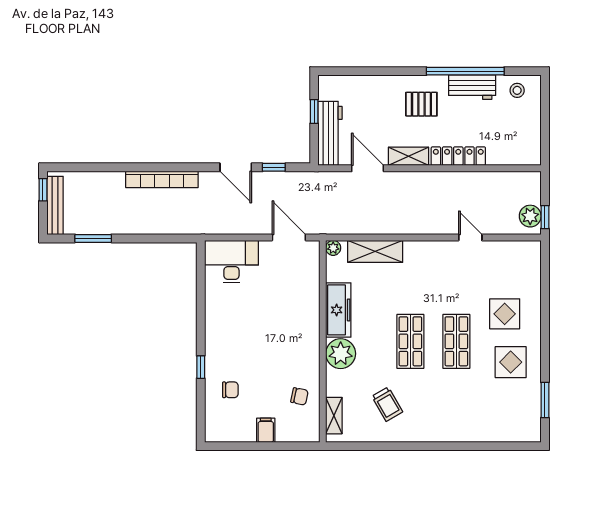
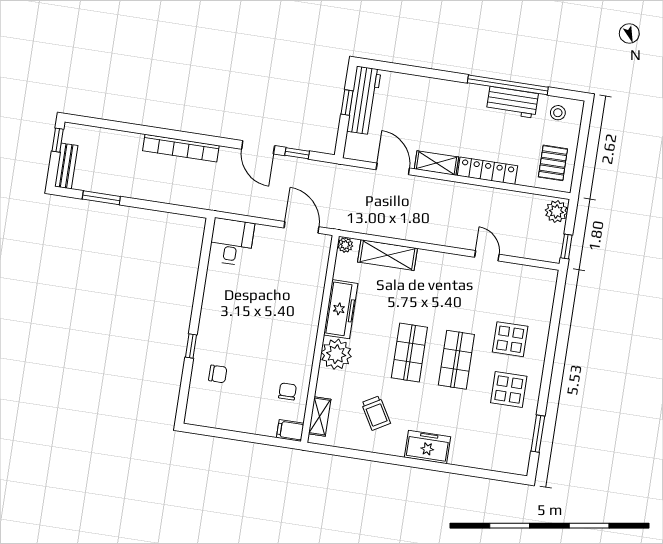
pallet: (421, 104) -> (553, 163), moved, turned 90
workbench: (330, 133) -> (364, 100), moved
bench: (55, 205) -> (66, 166), width x0.73
plant: (530, 216) -> (556, 211), moved
desk: (231, 262) -> (232, 242), width x0.73
chair: (299, 396) -> (287, 391), turned -102
freezer: (441, 429) -> (428, 447), added
filing cabinet: (266, 430) -> (290, 430), moved, turned -90

